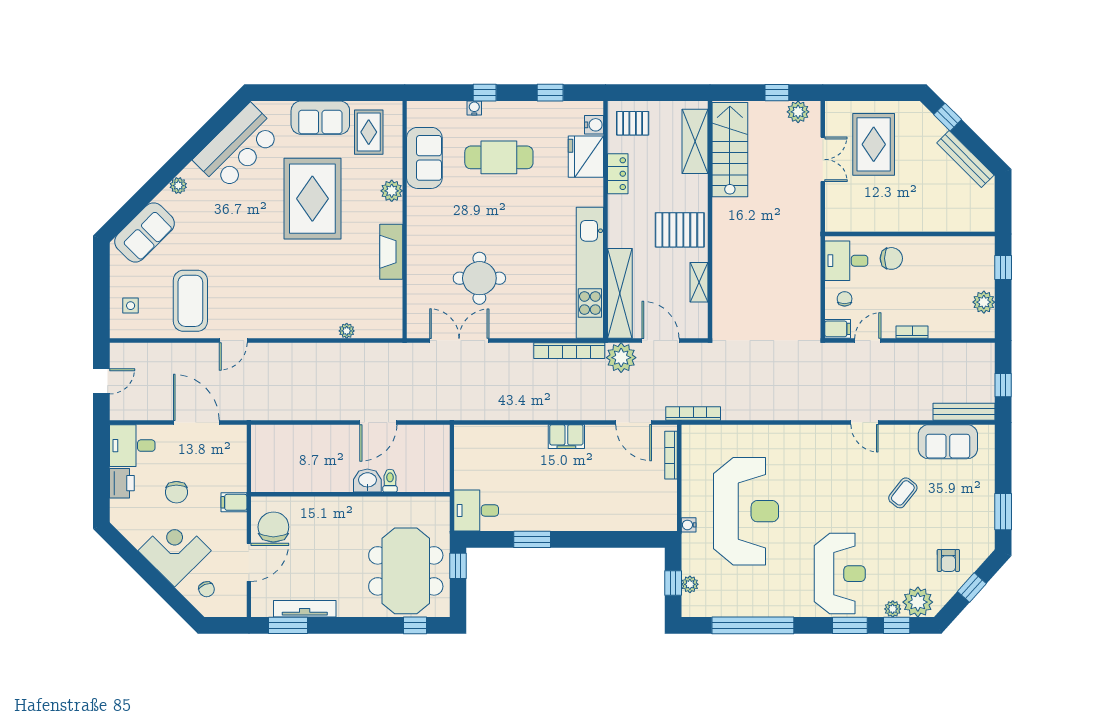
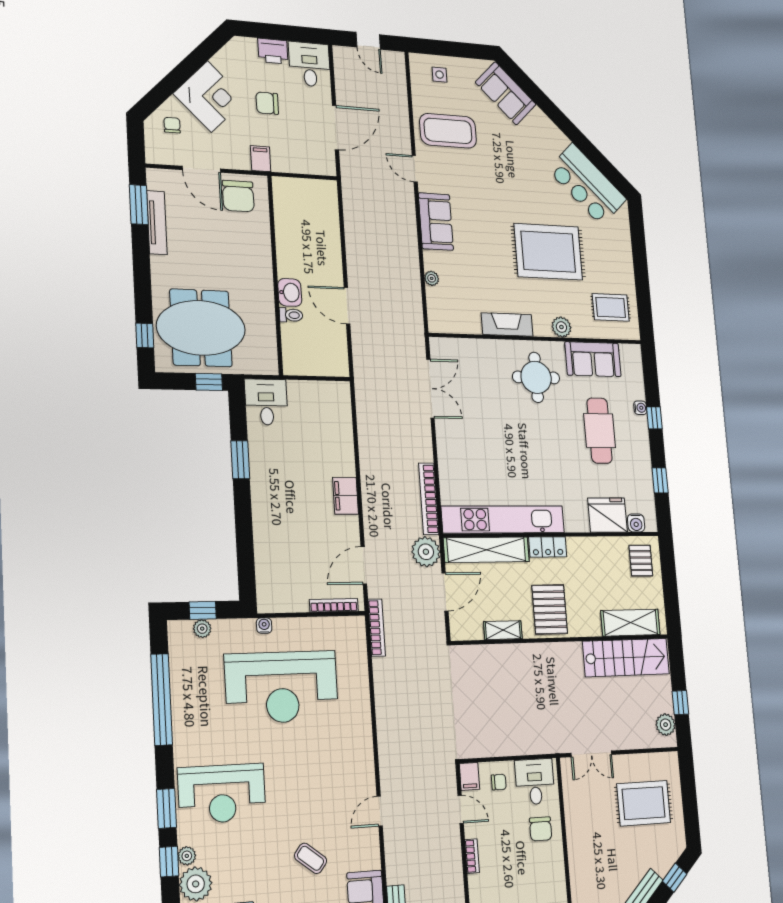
sofa: (320, 118) -> (436, 222), moved, turned 180
double door: (823, 159) -> (591, 754), moved
locker: (618, 174) -> (548, 547), moved
plant: (178, 186) -> (549, 128), removed
round table: (479, 278) -> (536, 377), moved
chair: (273, 527) -> (238, 196), turned 90
chair: (207, 589) -> (172, 125), turned 112

